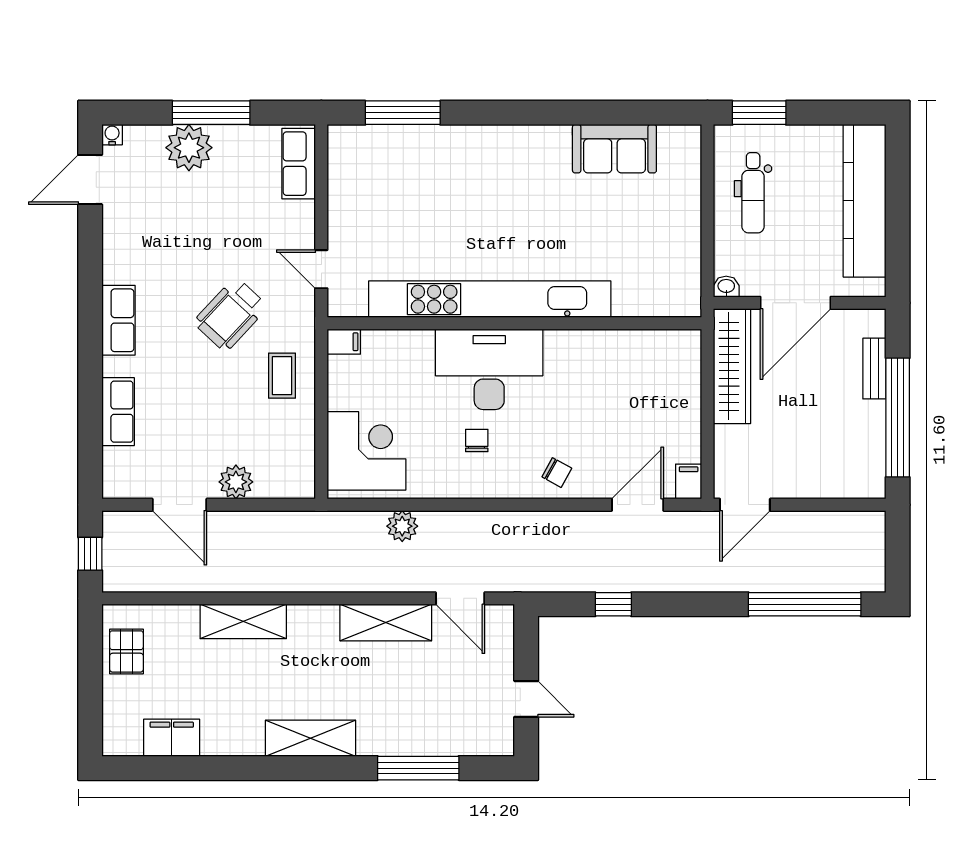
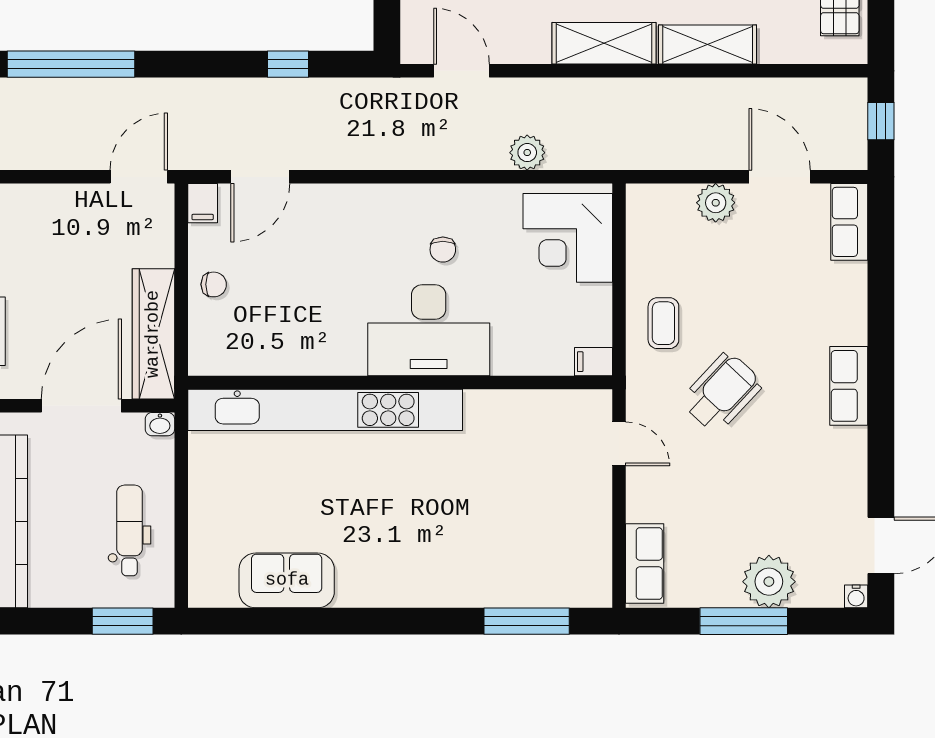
kitchen unit: (490, 299) -> (325, 410), moved
row of seats: (118, 412) -> (849, 222), moved
chair: (557, 473) -> (214, 284), moved, turned 151
shelving: (386, 623) -> (604, 43), moved

